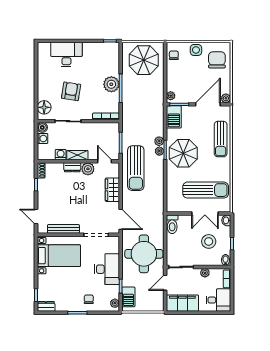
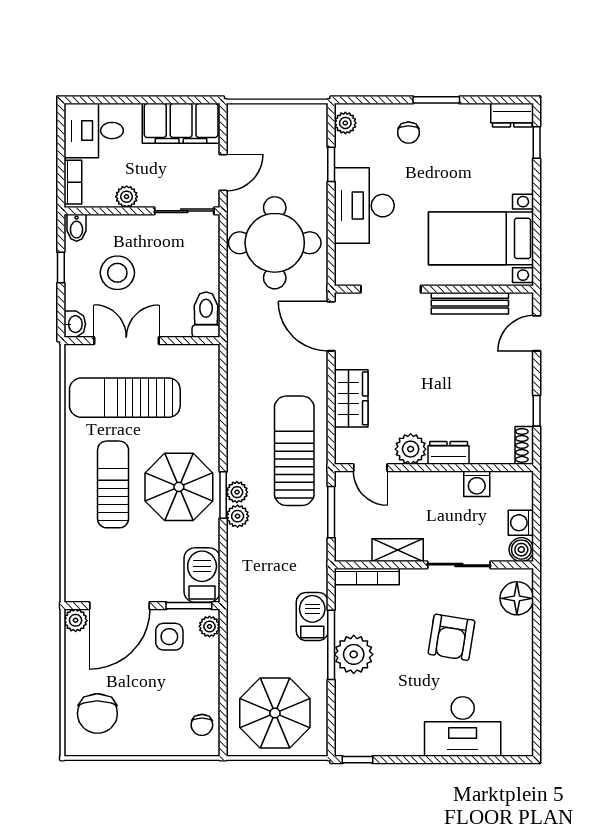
side table: (196, 50) -> (169, 637), moved
sun lounger: (221, 139) -> (113, 484), moved
shelving: (77, 155) -> (398, 550), moved
door: (36, 217) -> (537, 333), swing flipped
barbecue: (128, 297) -> (312, 617), moved

